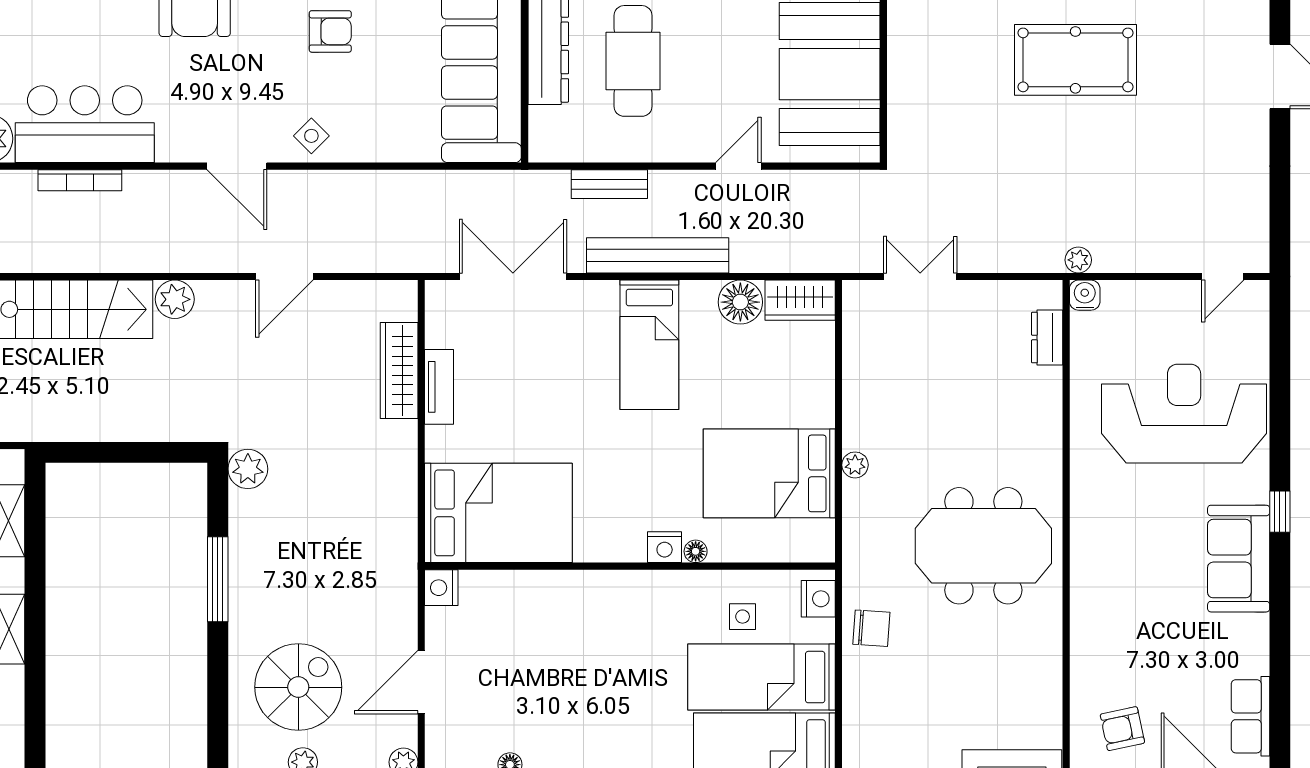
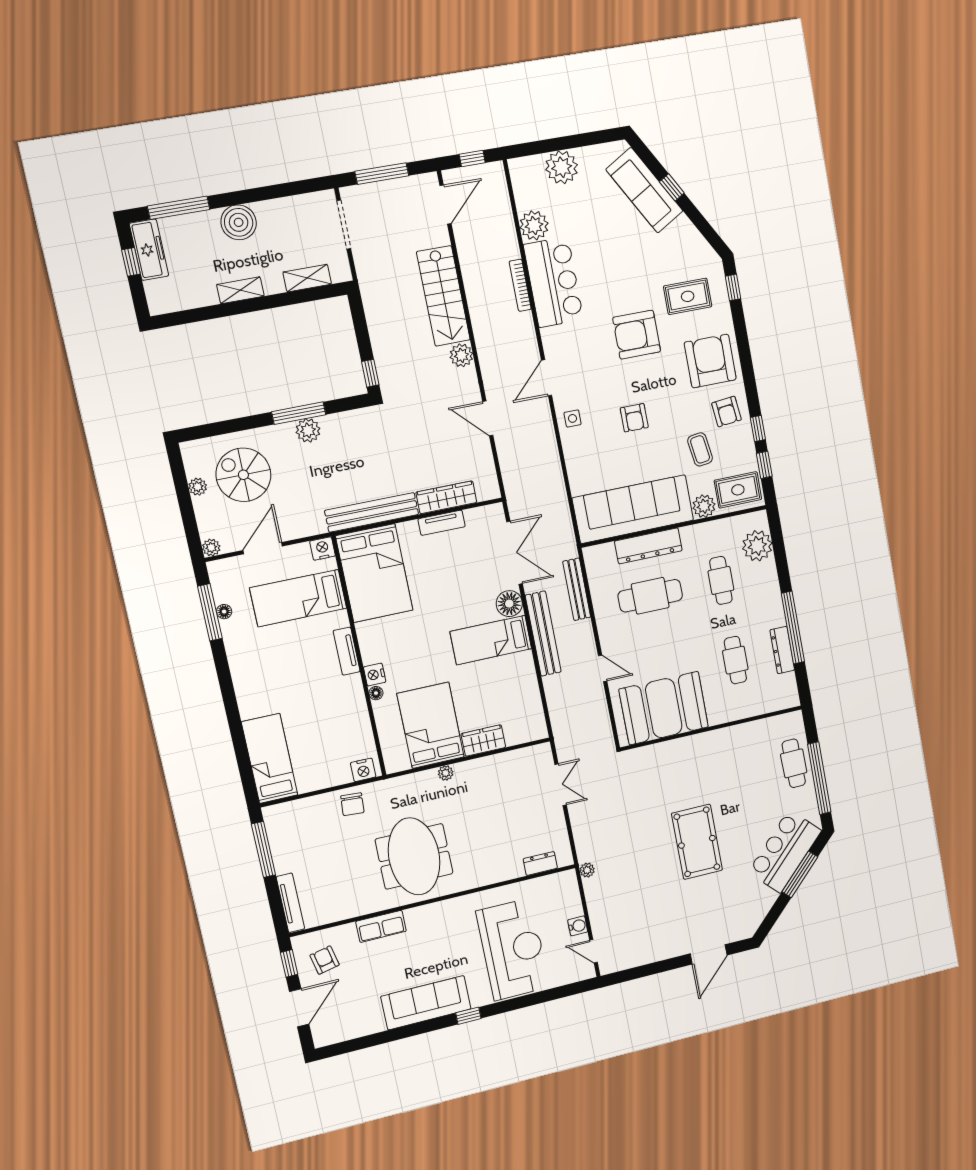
side table: (311, 136) -> (573, 418), turned 45
bench: (609, 184) -> (577, 589), width x1.36
water cooler: (1085, 295) -> (578, 926), moved
wardrobe: (800, 300) -> (483, 740), moved, turned 90
floor lamp: (740, 302) -> (509, 604), moved
window: (176, 452) -> (370, 373), added
plant: (248, 469) -> (308, 430), moved
bench: (399, 497) -> (372, 512), added
sofa: (1239, 559) -> (426, 1003), width x1.36
tv unit: (616, 584) -> (347, 651), added
side table: (743, 617) -> (343, 729), removed
bed: (761, 677) -> (298, 598), moved, turned -90
door: (421, 682) -> (263, 548), hinge flipped
spiral stairs: (298, 687) -> (243, 475), turned 180
row of seats: (1250, 716) -> (381, 926), moved, turned 180

